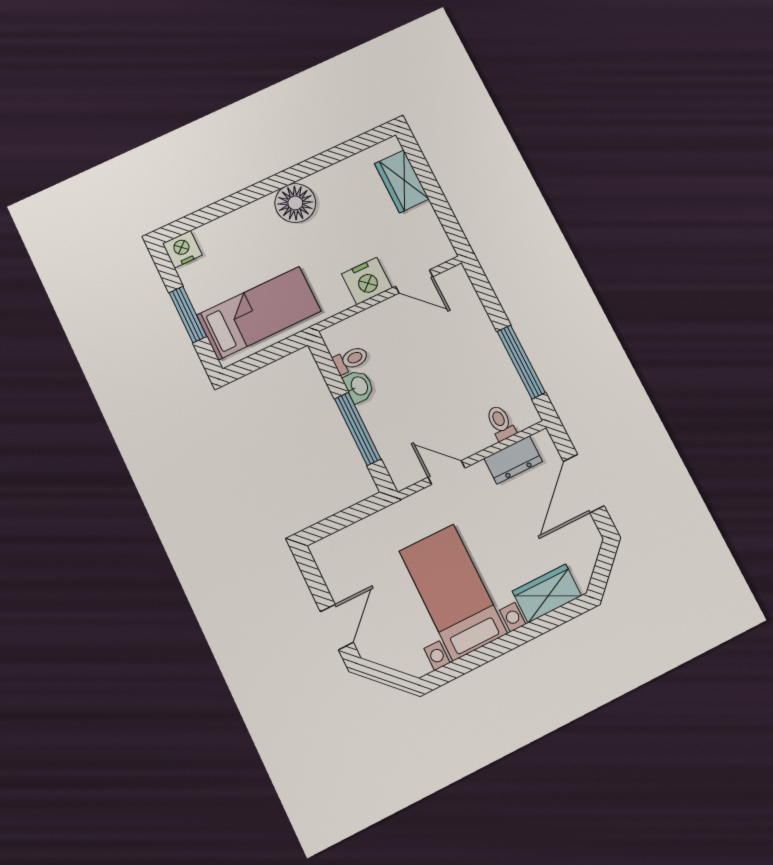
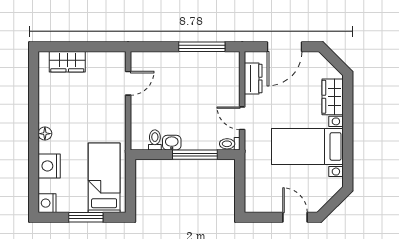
floor lamp: (295, 203) -> (45, 134), width x0.53, depth x0.53
nightstand: (367, 281) -> (49, 166), moved, turned 180
toilet: (501, 423) -> (230, 144), moved
door: (447, 473) -> (242, 118), hinge flipped
door: (584, 483) -> (285, 47), hinge flipped

